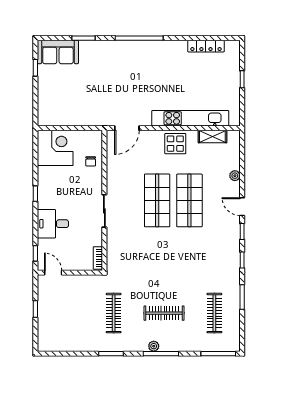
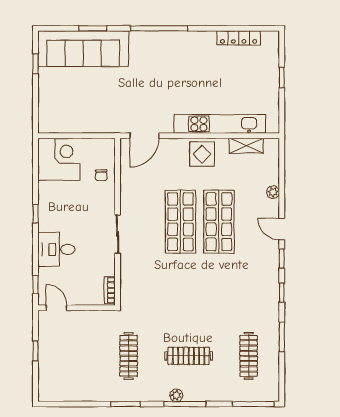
sofa: (58, 52) -> (83, 49), width x1.85, depth x1.27

